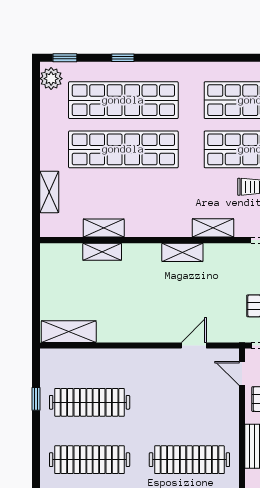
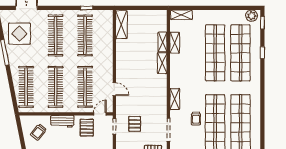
shelving: (49, 192) -> (181, 15), moved
shelving: (182, 252) -> (162, 63), moved
clothes rail: (189, 402) -> (85, 87), added

